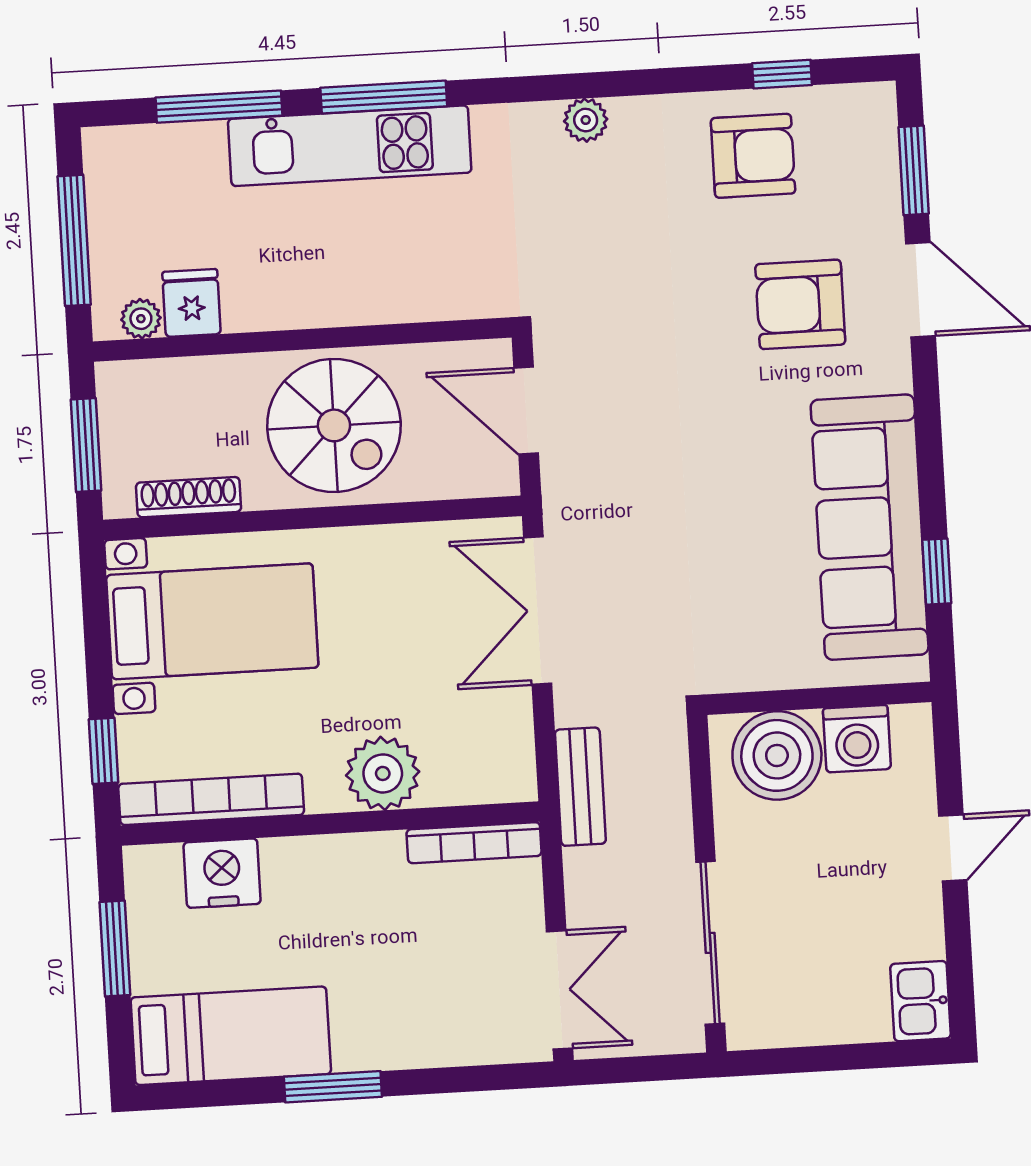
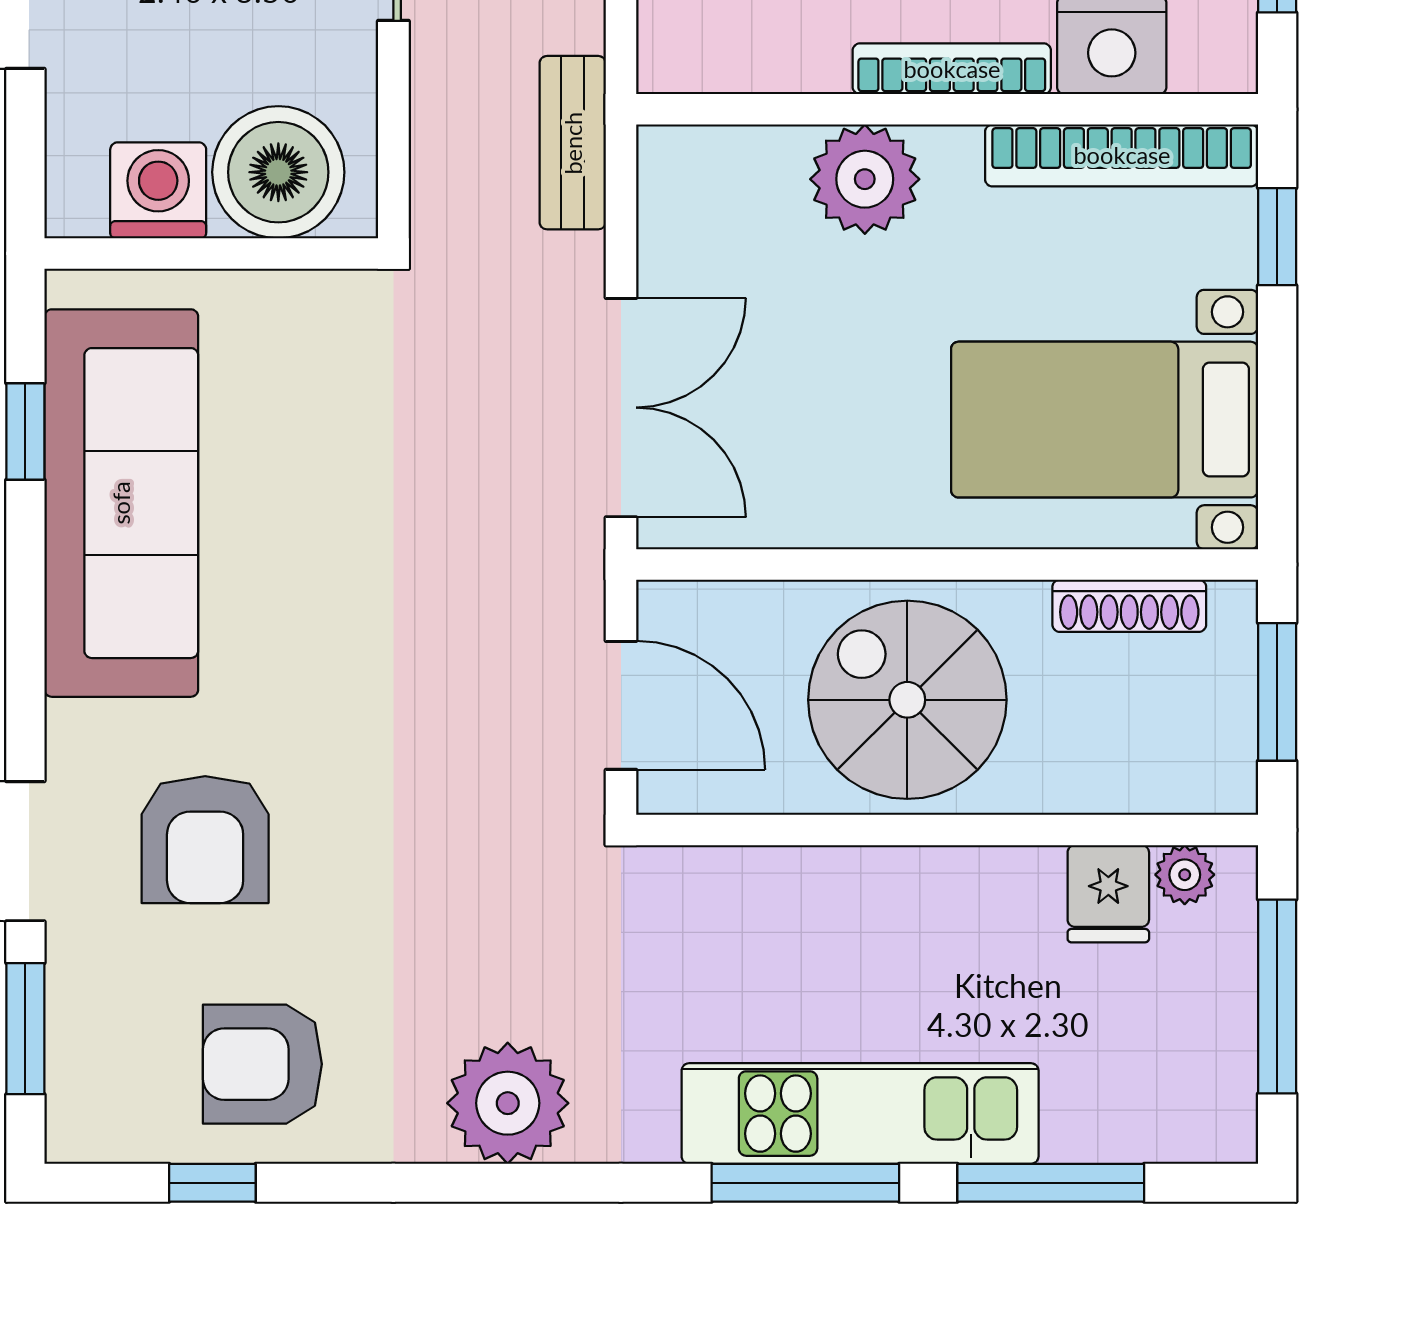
plant: (586, 120) -> (508, 1103), width x1.87, depth x1.87
armchair: (800, 304) -> (205, 840), turned 90
bookcase: (474, 843) -> (952, 69), moved

